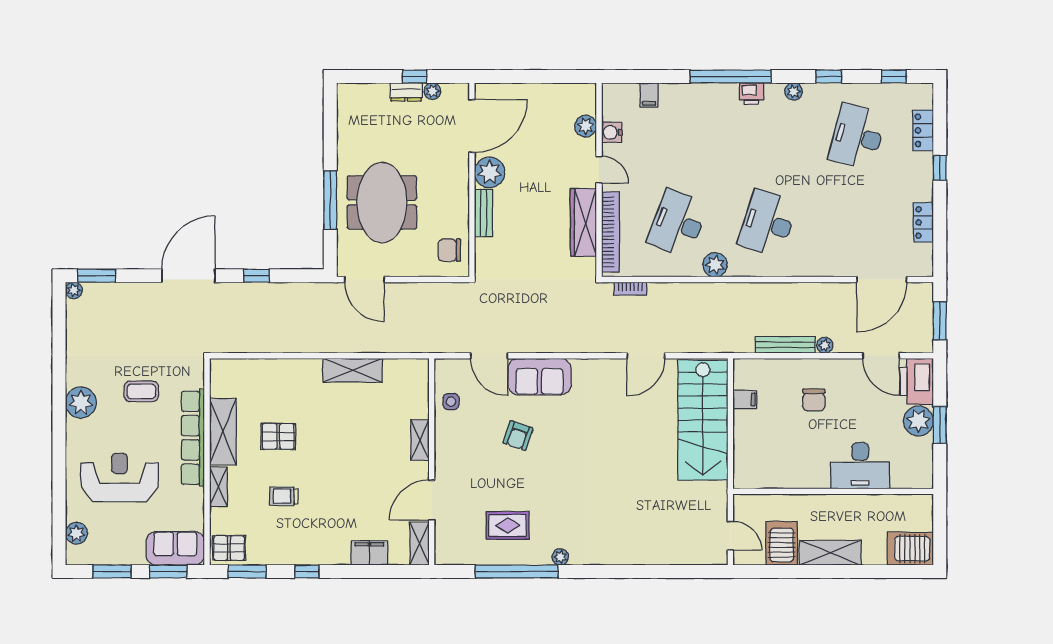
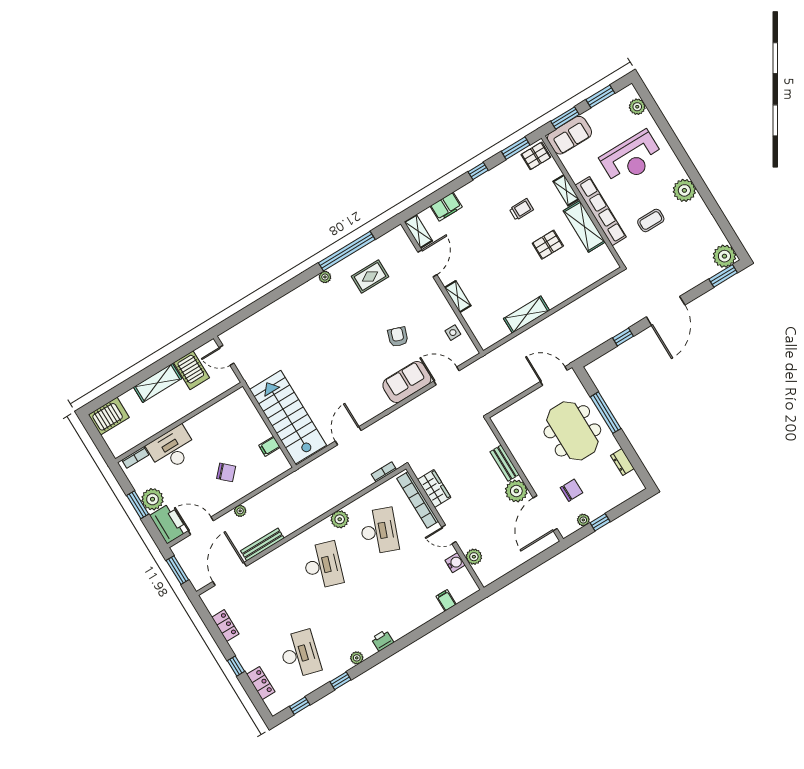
window: (730, 76) -> (402, 643), removed
dresser: (406, 92) -> (622, 462), moved, turned -90
wardrobe: (583, 222) -> (434, 488), width x0.67
chair: (449, 250) -> (572, 490), moved
plant: (74, 290) -> (724, 256), width x1.88, depth x1.88
bench: (785, 345) -> (262, 544), moved
chair: (814, 400) -> (226, 472), turned 133
bookcase: (909, 482) -> (135, 457), added

